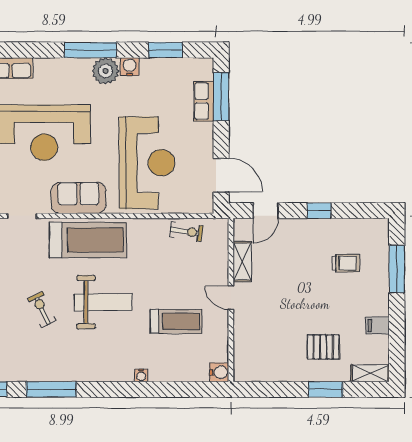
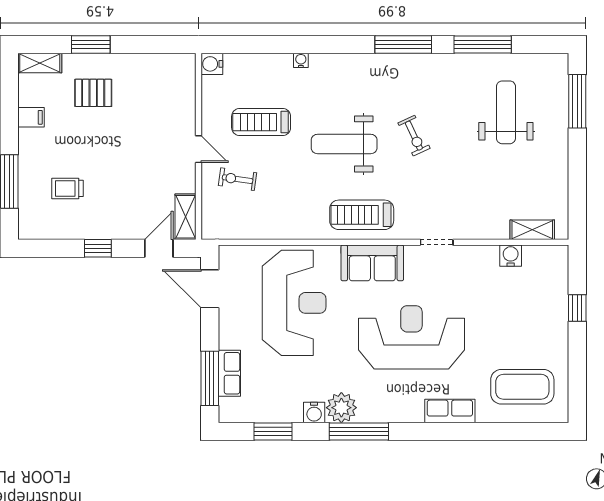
reception desk: (147, 163) -> (294, 303), turned 180
exercise bike: (186, 232) -> (238, 179), moved
treadmill: (88, 240) -> (362, 215), width x0.73, depth x0.73
shelving: (242, 262) -> (186, 217), moved

